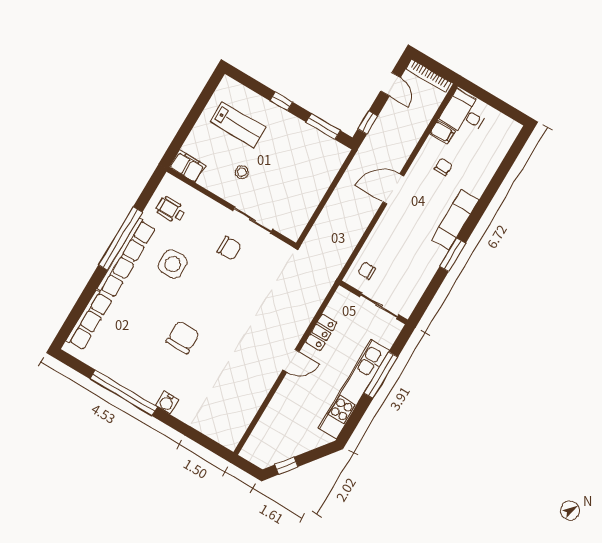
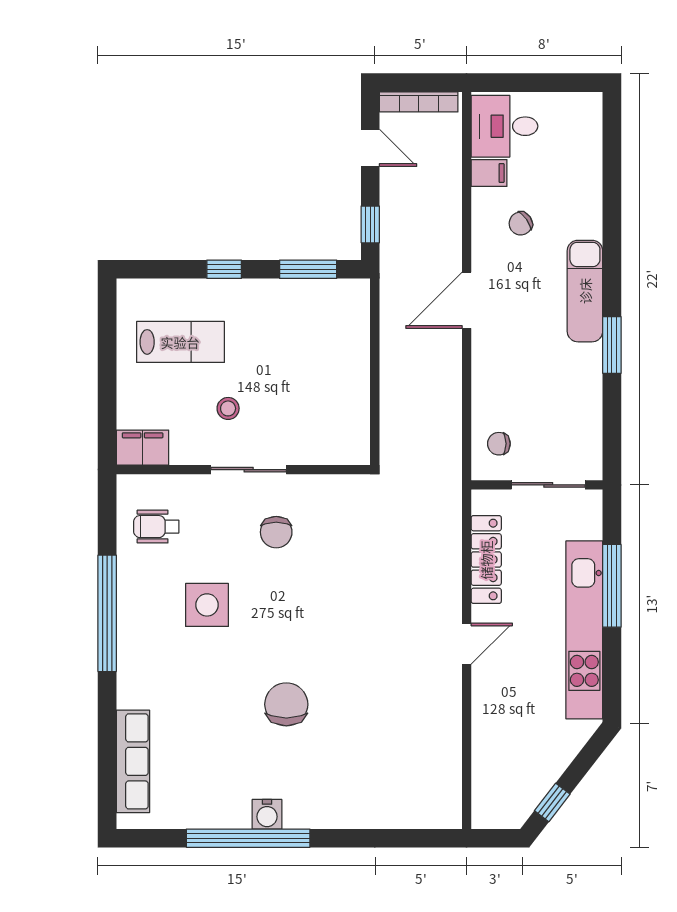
chair: (443, 167) -> (521, 224), turned -125
sliding door: (253, 220) -> (249, 470), moved
chair: (229, 248) -> (276, 532), turned 90
row of seats: (126, 258) -> (133, 637), removed
locker: (321, 332) -> (486, 560), width x1.53
water cooler: (167, 402) -> (267, 814), moved

